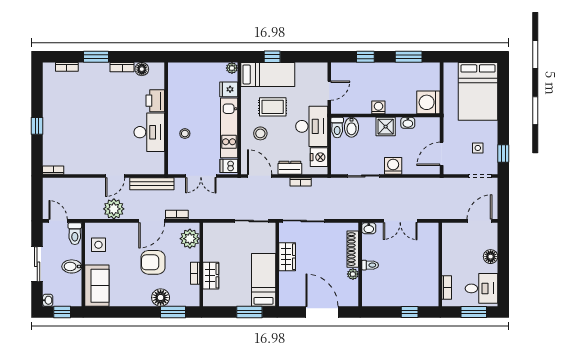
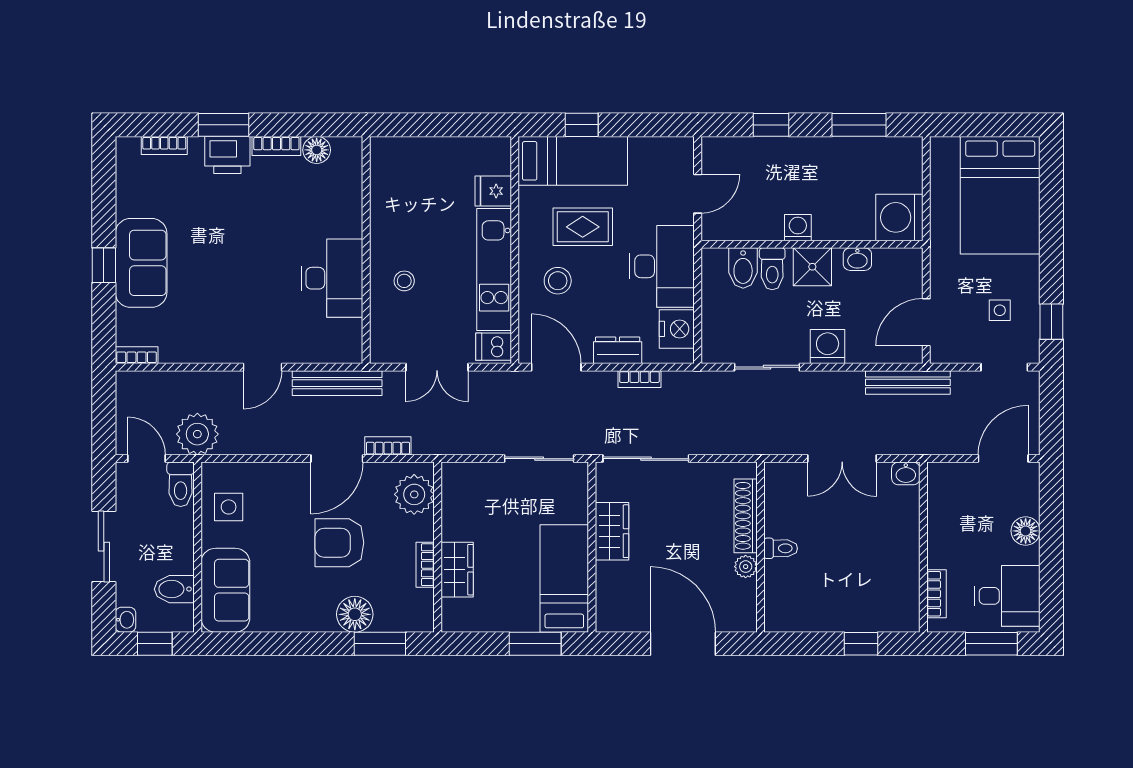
plant: (232, 68) -> (500, 148), removed
printer: (155, 101) -> (227, 155), moved, turned -90
sofa: (55, 125) -> (141, 263), added
toilet: (337, 128) -> (772, 269), moved
bench: (433, 183) -> (908, 382), added
plant: (114, 209) -> (197, 434), moved
washbasin: (369, 228) -> (906, 473), moved
bidet: (72, 266) -> (174, 589), moved

